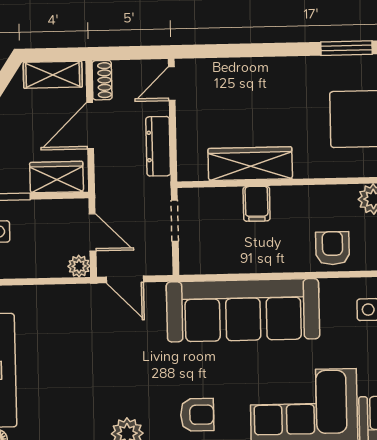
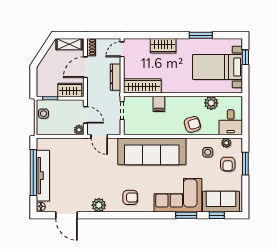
wardrobe: (263, 73) -> (163, 46), added
wardrobe: (250, 164) -> (142, 86), moved
armchair: (333, 248) -> (192, 124), turned 73

